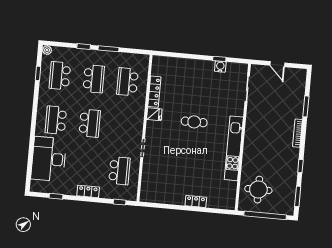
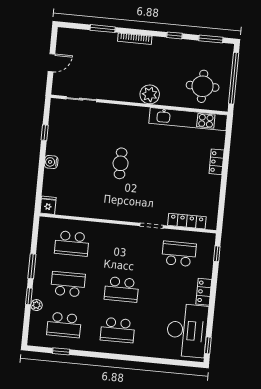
plant: (47, 50) -> (36, 305), moved
water cooler: (220, 67) -> (51, 162), moved
locker: (154, 92) -> (187, 221), moved
fridge: (154, 114) -> (48, 205), moved
school desk: (90, 123) -> (121, 289), turned 180
plant: (251, 146) -> (150, 94), added
kitchen unit: (234, 148) -> (188, 119), moved
desk: (49, 159) -> (187, 330), moved, turned -90
window: (56, 196) -> (208, 345), moved

